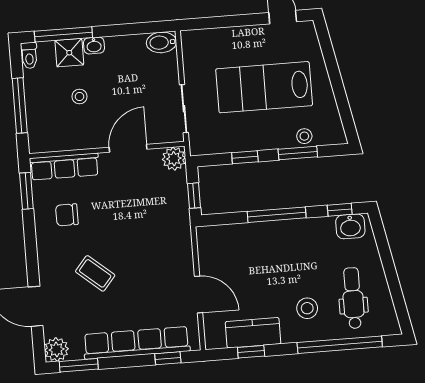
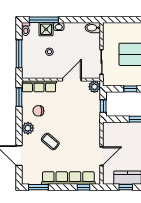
door: (199, 294) -> (102, 156), hinge flipped
plant: (57, 349) -> (28, 128), moved

